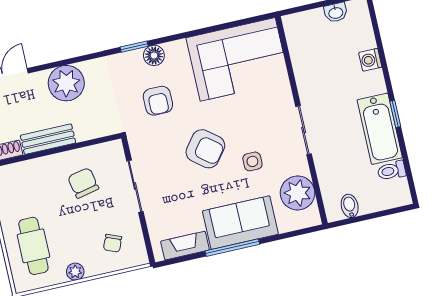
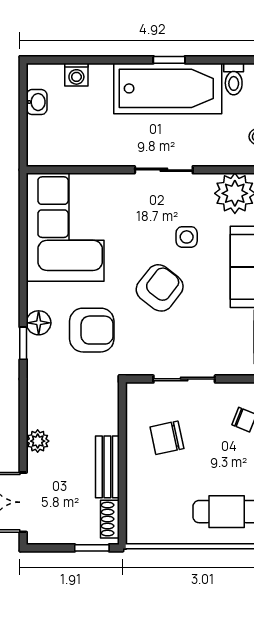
washing machine: (370, 60) -> (76, 75), moved
plant: (66, 83) -> (38, 441), width x0.53, depth x0.53
armchair: (158, 101) -> (92, 330), width x1.38, depth x1.38
bathtub: (380, 129) -> (168, 88), width x1.36, depth x1.36

